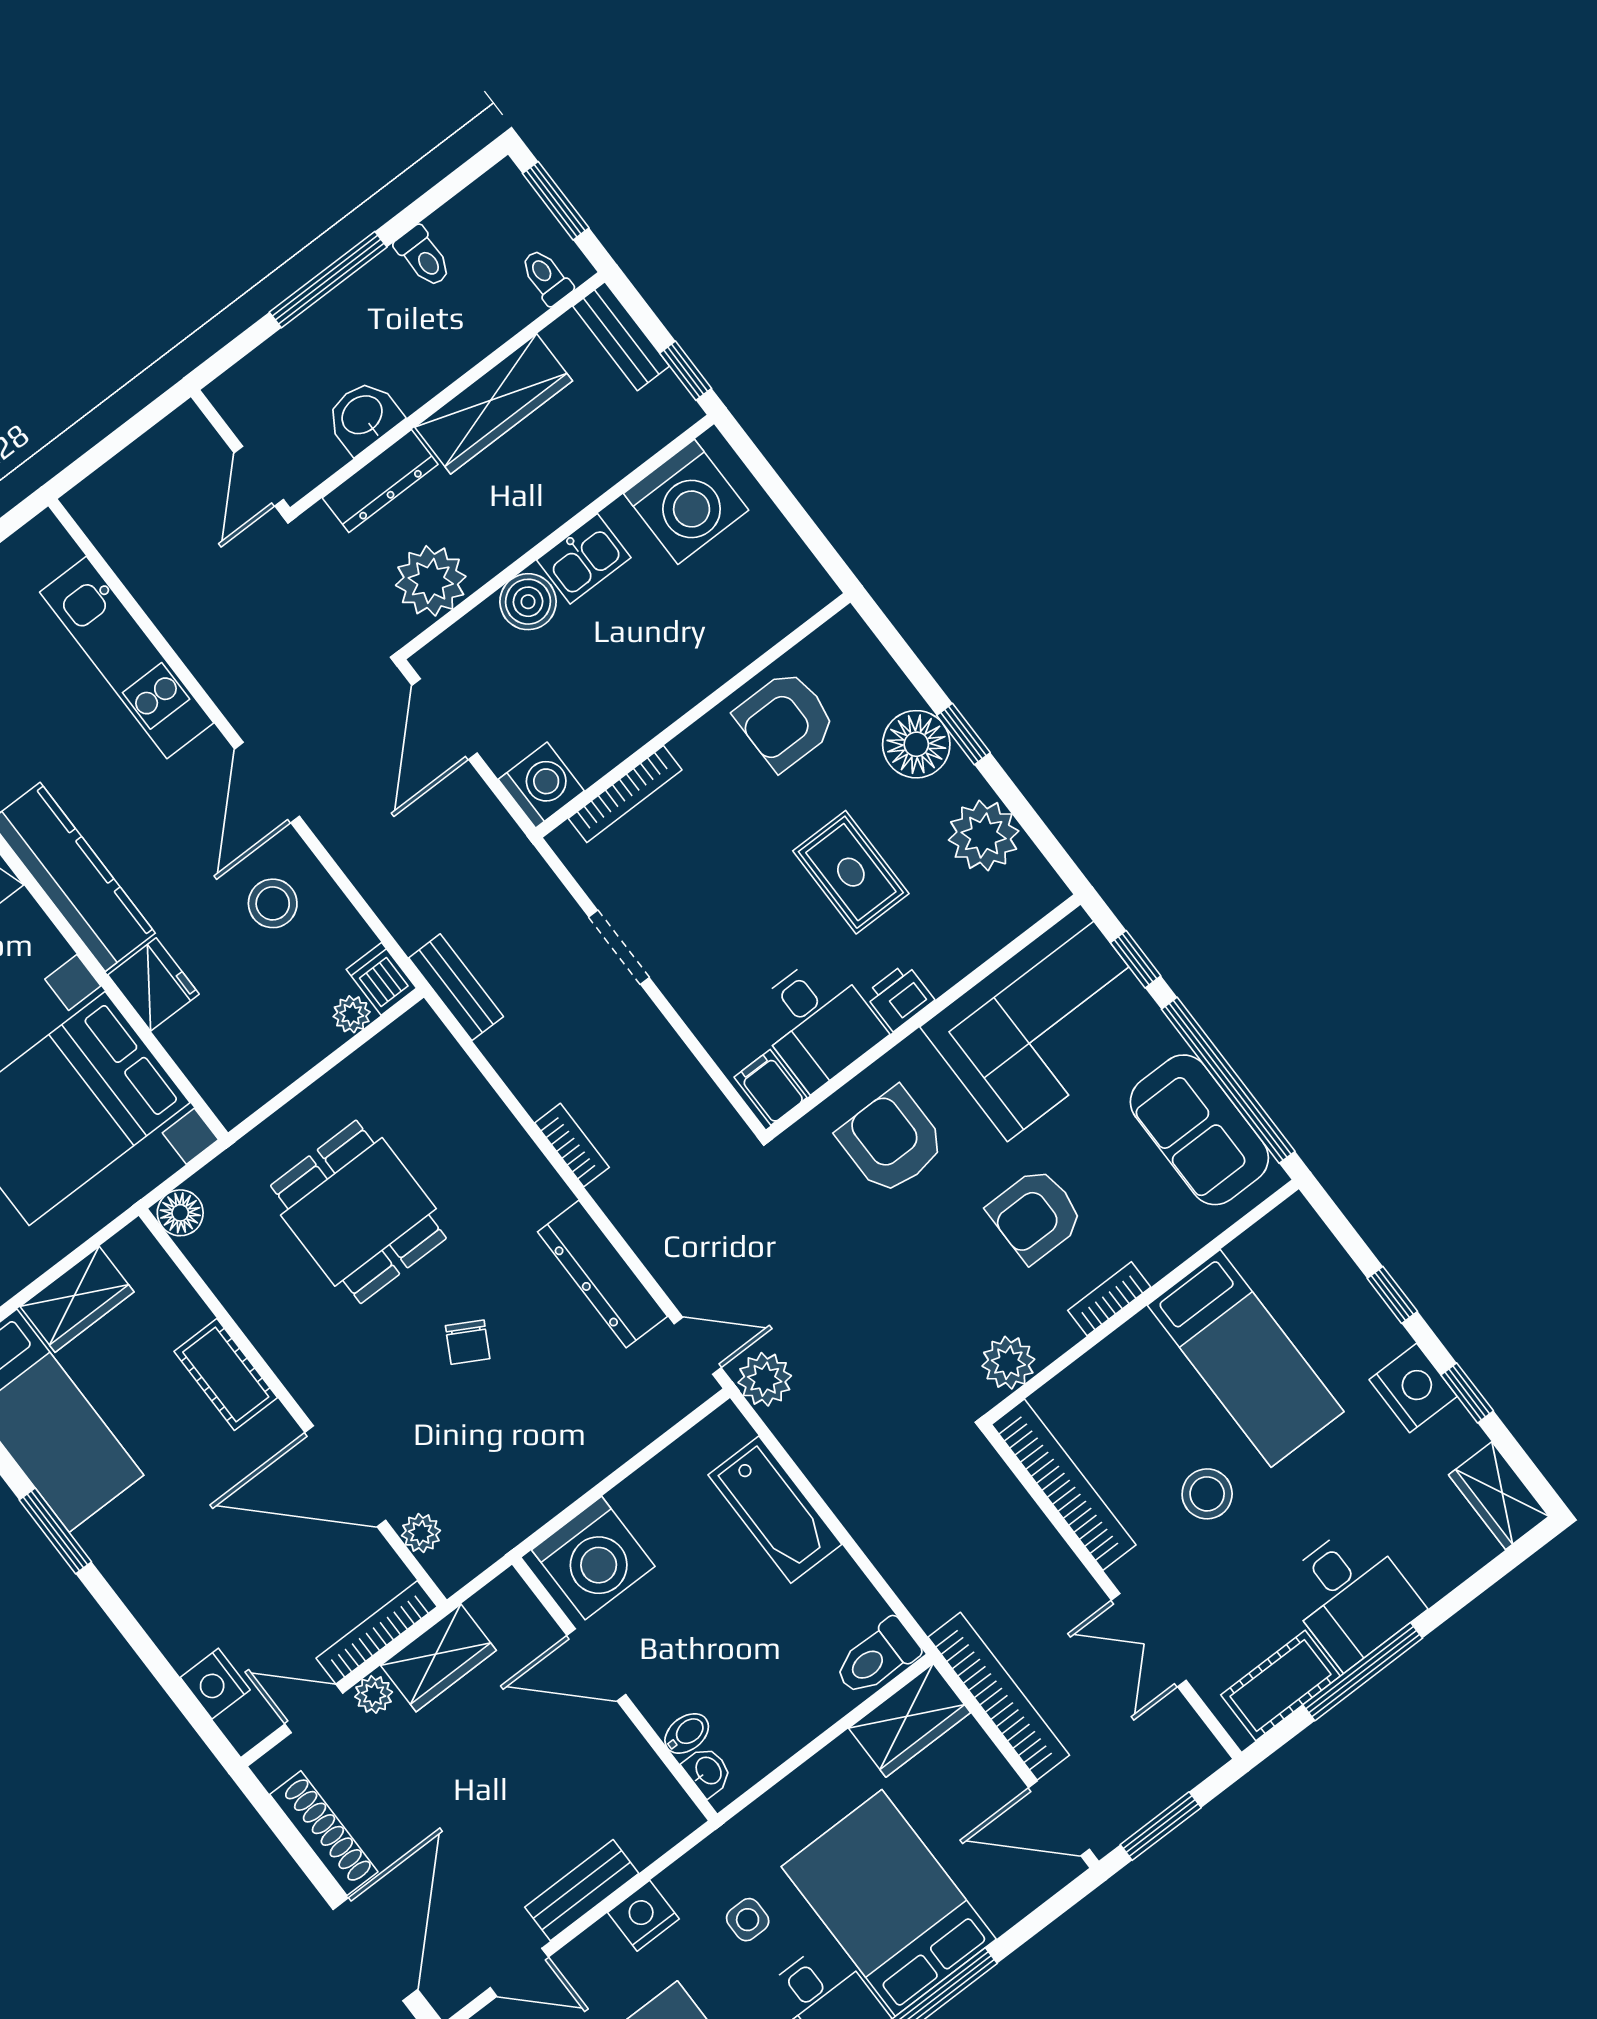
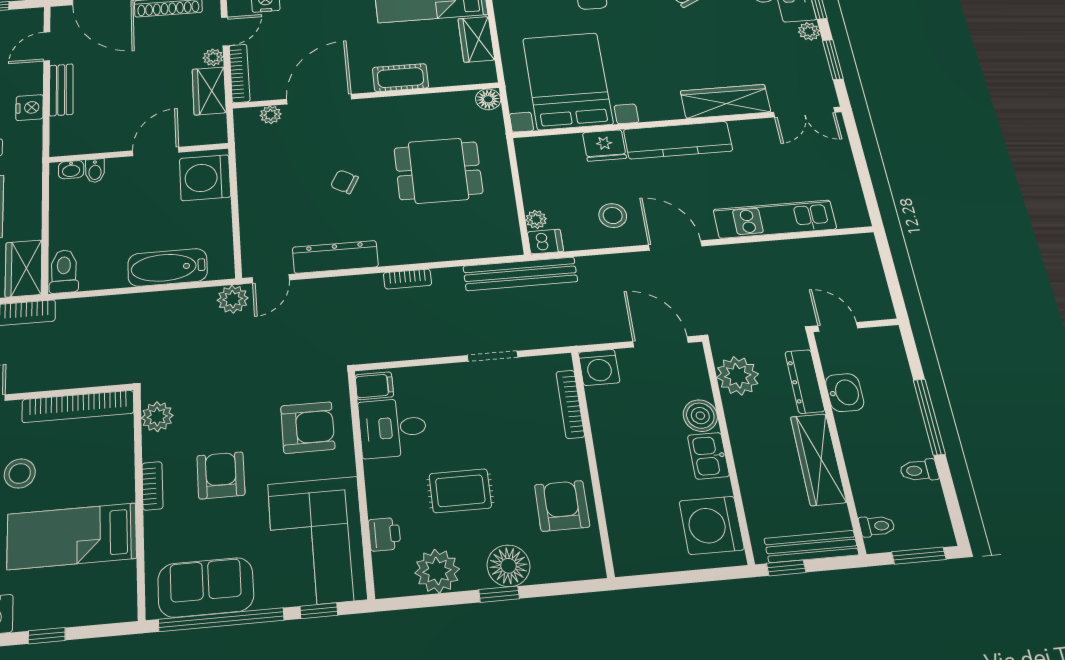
bench: (621, 336) -> (811, 547), width x1.36
bench: (456, 987) -> (520, 274), width x1.86, depth x1.21
printer: (900, 997) -> (385, 534), moved

